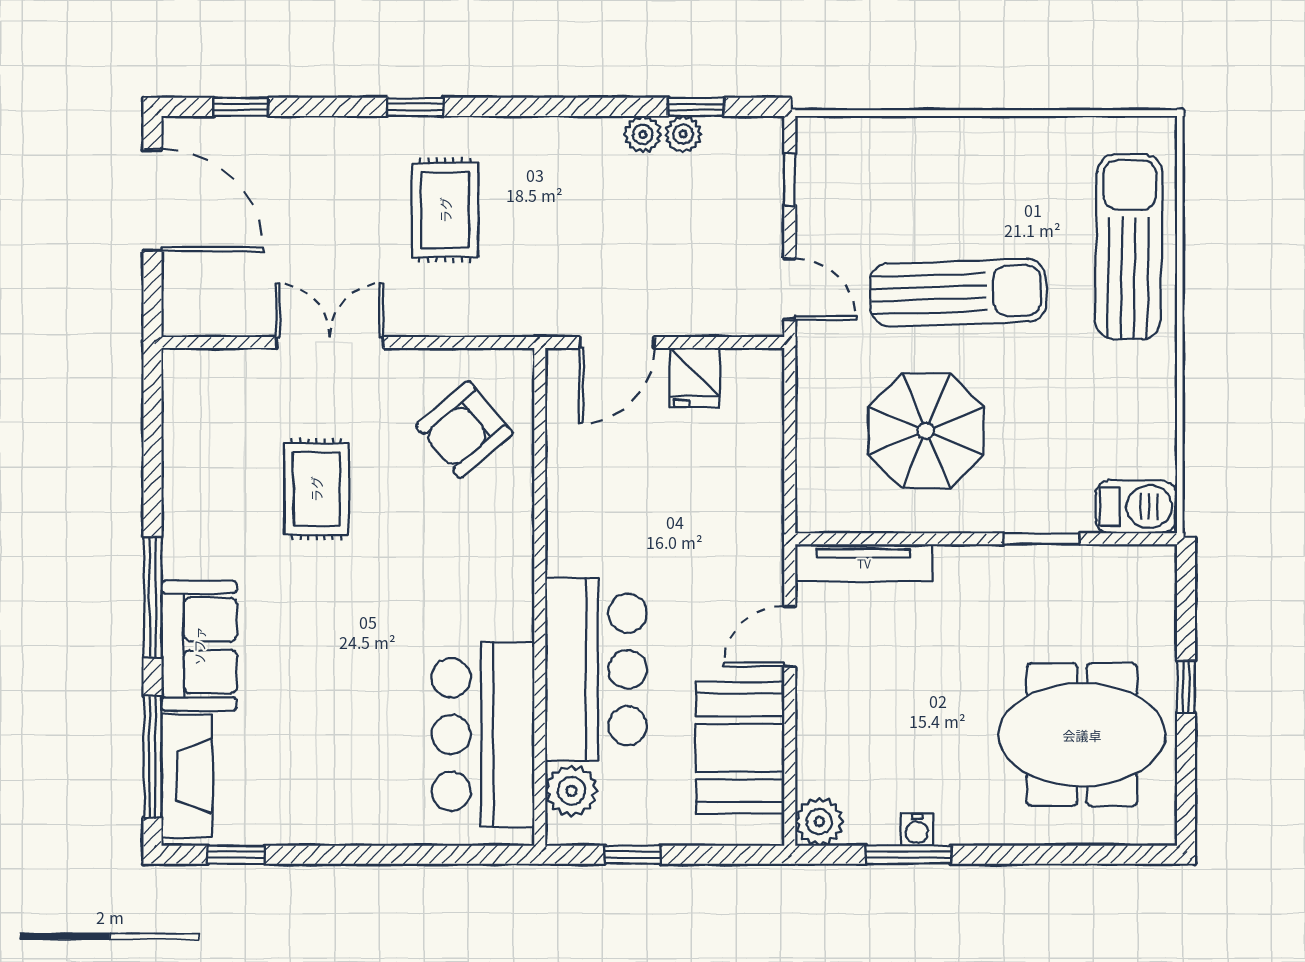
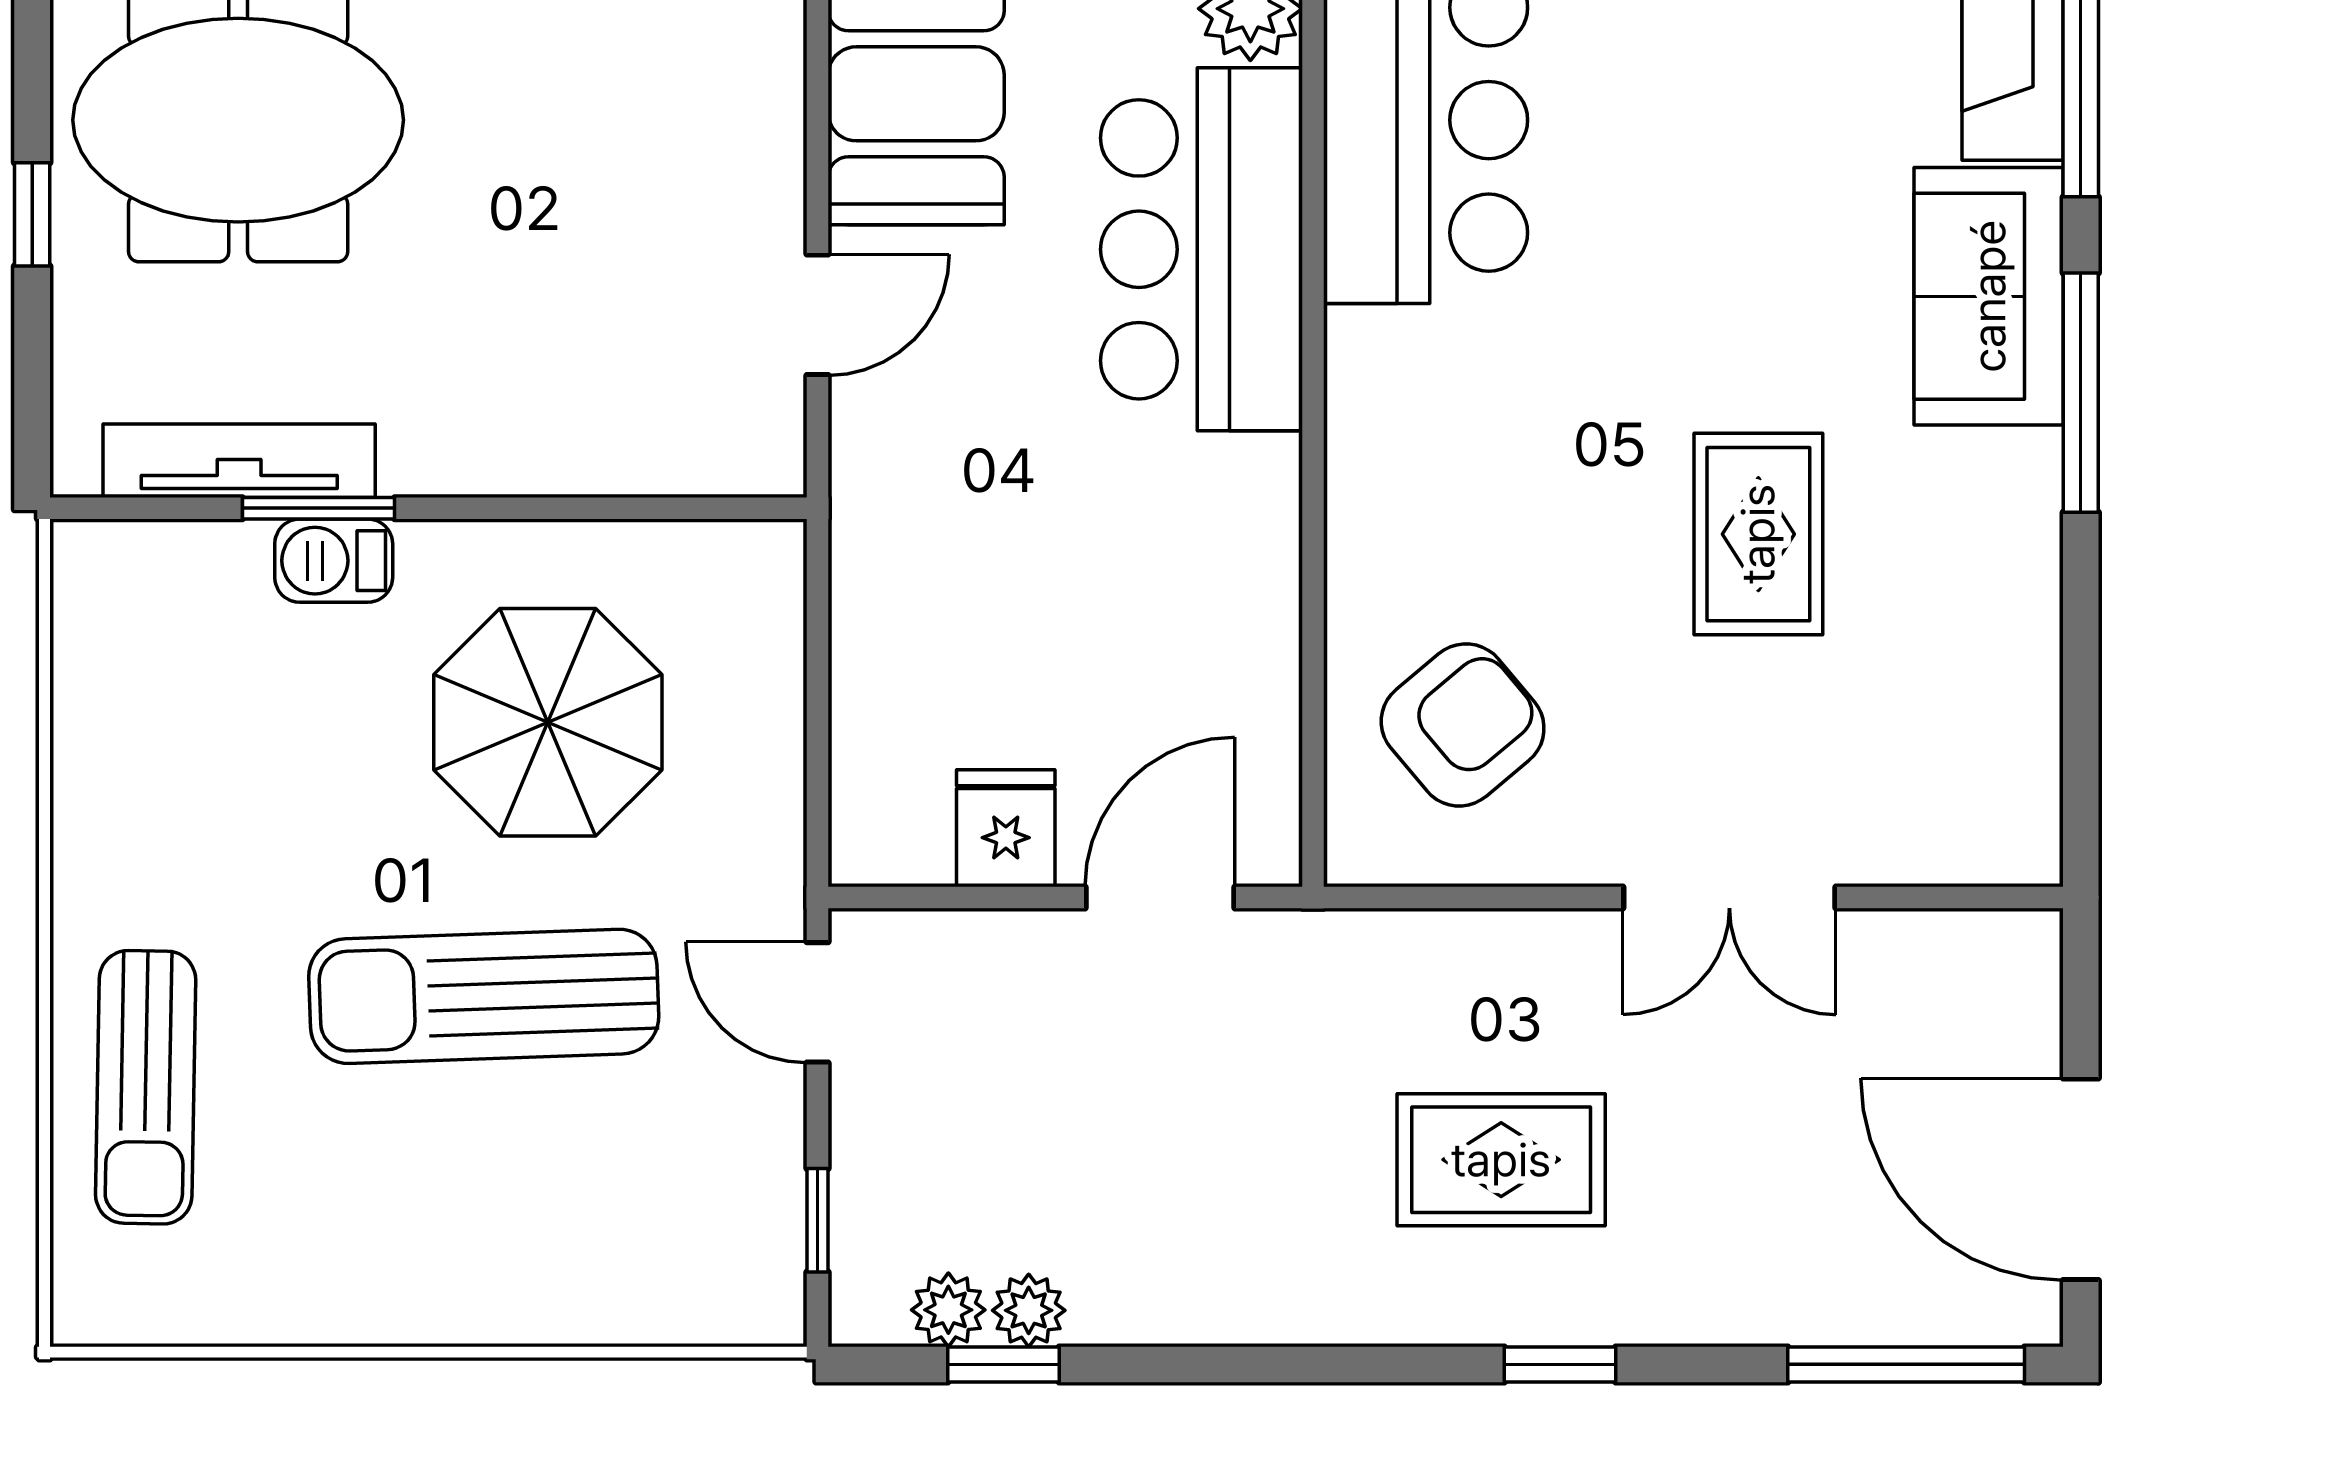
window: (241, 107) -> (1906, 1364), width x2.17
plant: (643, 134) -> (948, 1310), moved
rug: (445, 210) -> (1501, 1160), turned 90
sun lounger: (1129, 247) -> (146, 1087), width x0.73, depth x0.75
rug: (316, 489) -> (1758, 534), moved
barbecue: (1136, 507) -> (334, 561), moved, width x0.73, depth x0.79
tv unit: (864, 563) -> (239, 461), moved

